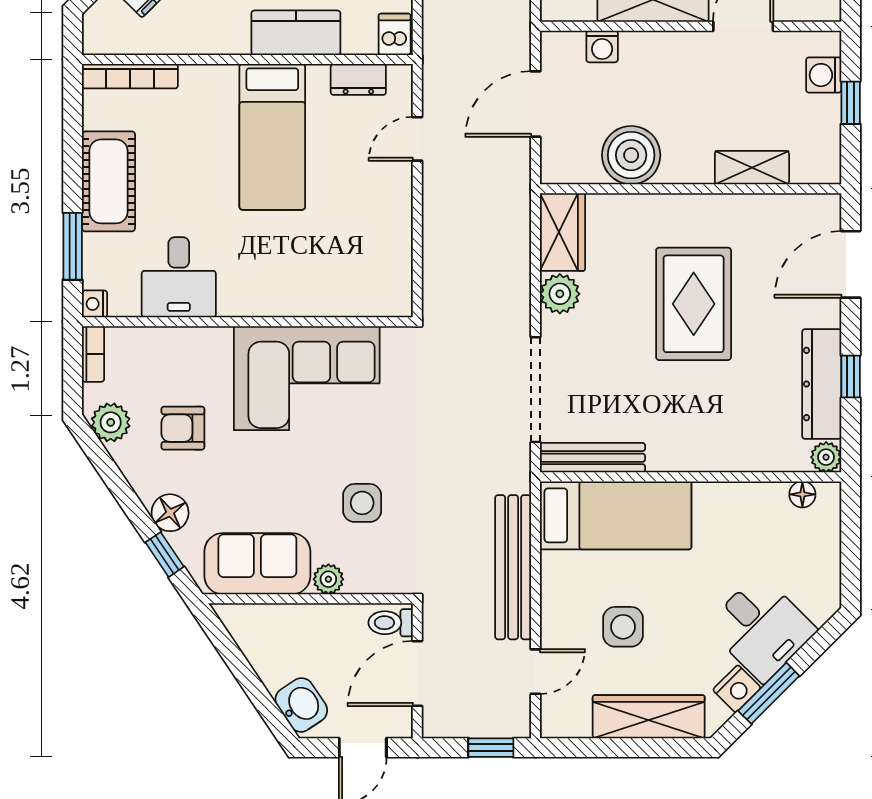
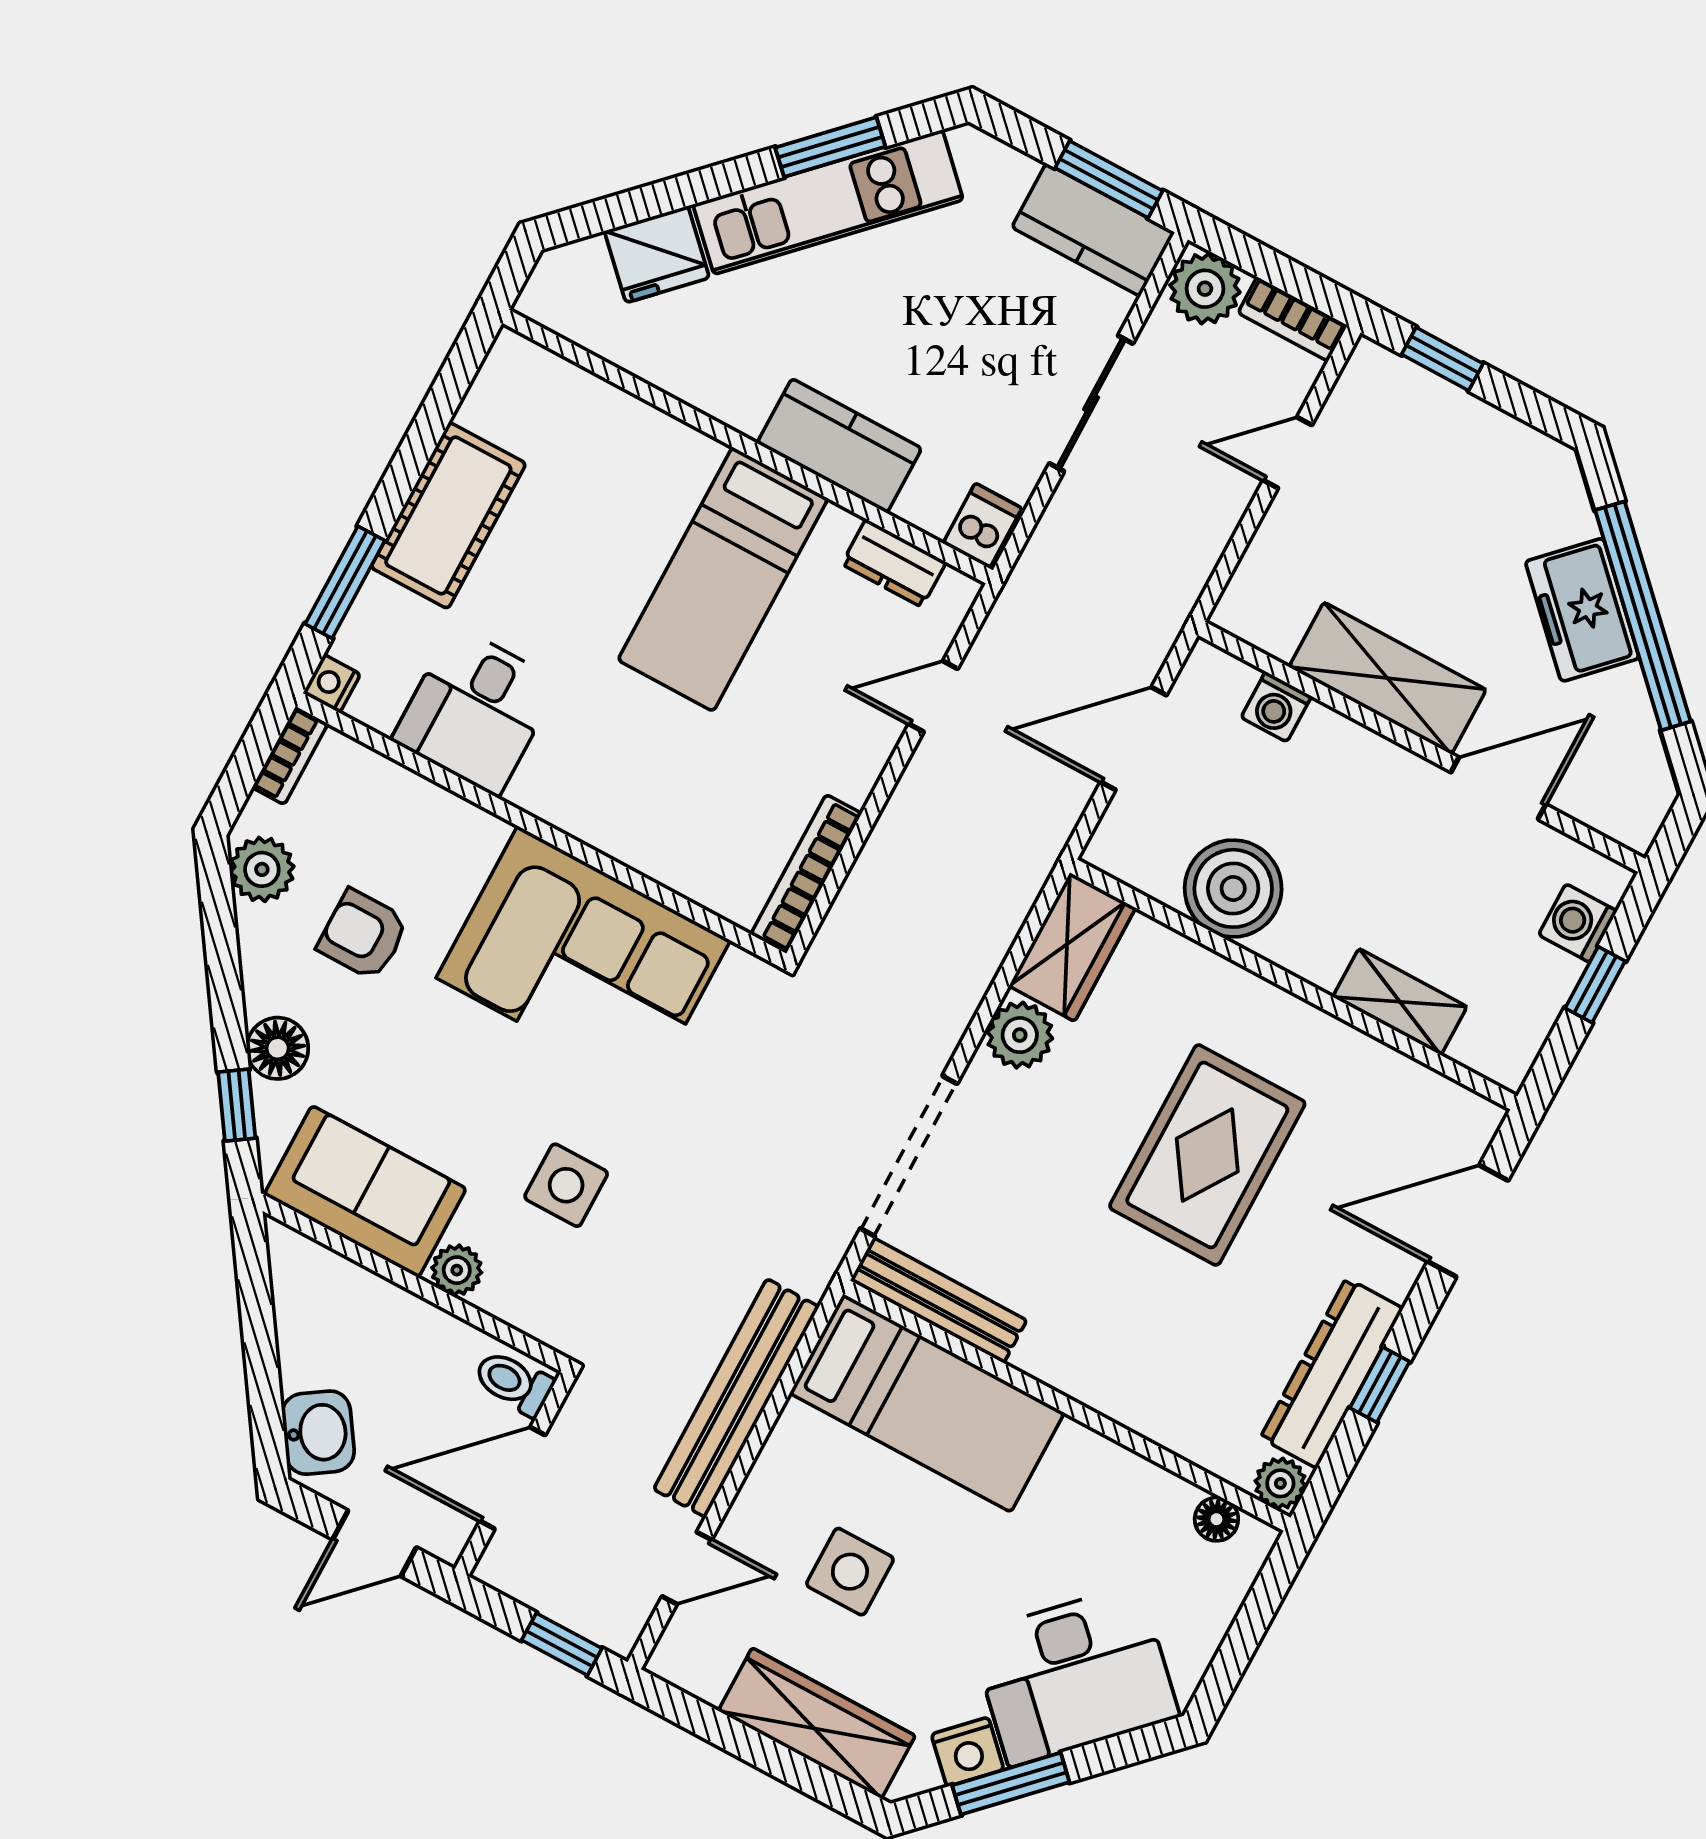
bookcase: (130, 76) -> (806, 874), moved, turned 90
desk: (761, 628) -> (1075, 1675), width x1.37

